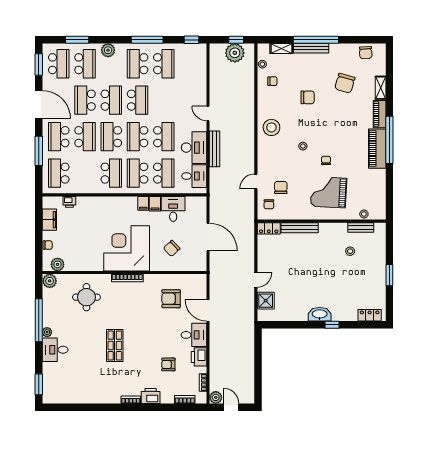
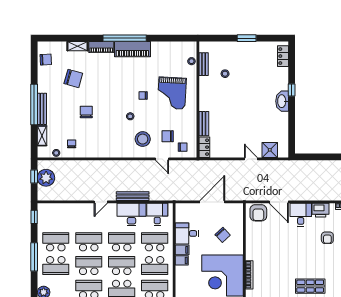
school desk: (164, 100) -> (89, 242), added
stool: (271, 127) -> (143, 139), moved
school desk: (138, 137) -> (122, 266), turned 180
bench: (300, 228) -> (204, 124), width x0.73
armchair: (171, 299) -> (258, 213), moved
door: (208, 311) -> (279, 202), hinge flipped

